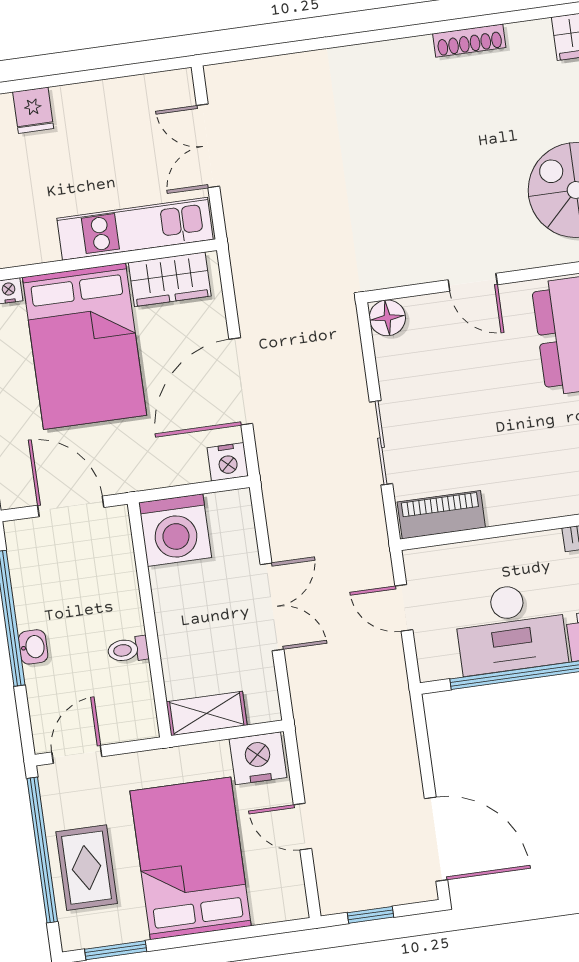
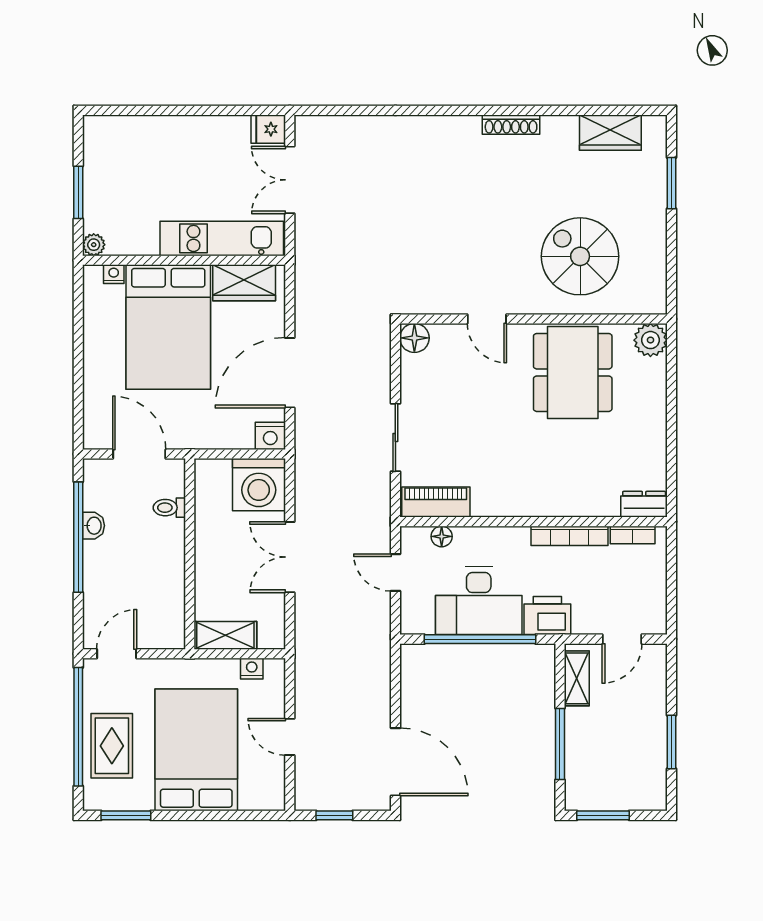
fridge: (33, 110) -> (268, 129), moved, turned 90
washing machine: (175, 530) -> (259, 485), moved
floor lamp: (454, 556) -> (442, 536), added
double door: (272, 607) -> (290, 557), swing flipped
washbasin: (33, 647) -> (93, 526), moved
toilet: (128, 650) -> (169, 508), moved
nightstand: (258, 758) -> (252, 669), width x0.53, depth x0.56

